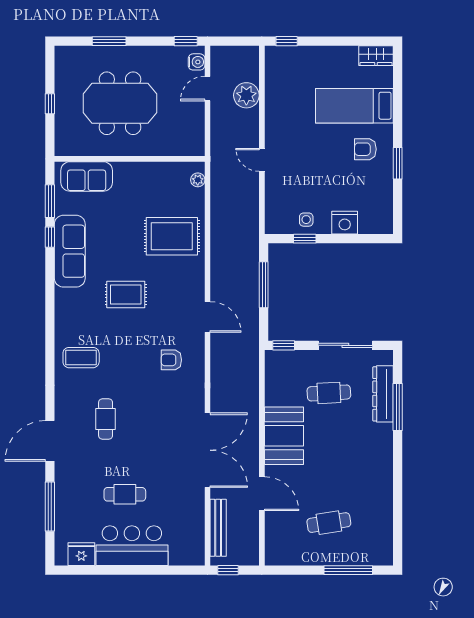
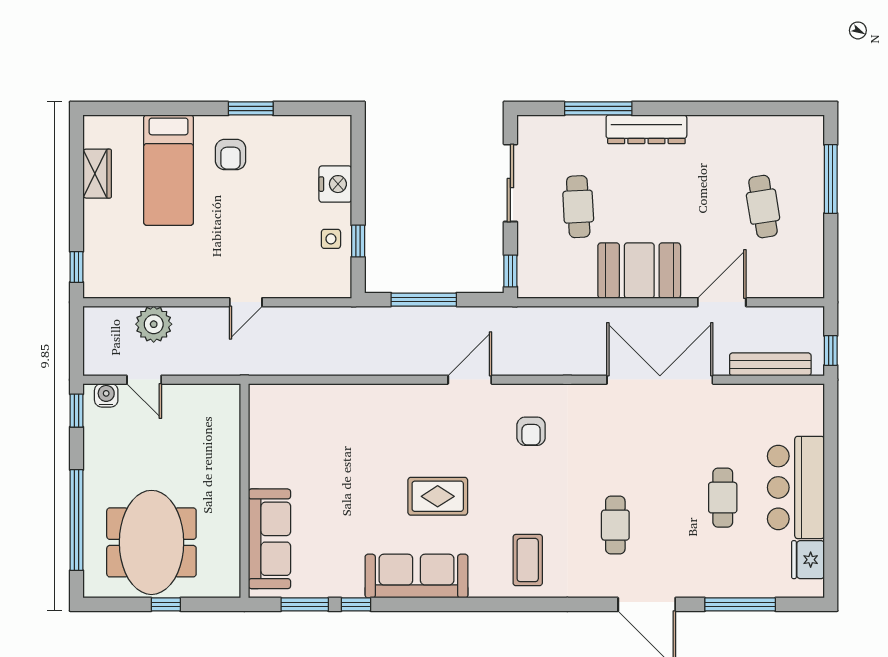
window: (109, 41) -> (77, 520), width x2.11
wardrobe: (376, 56) -> (97, 174), moved
meeting table: (120, 103) -> (151, 542), moved
sofa: (87, 176) -> (269, 539), width x1.36
plant: (198, 180) -> (274, 394), removed
rug: (172, 236) -> (355, 430), removed
sofa: (70, 251) -> (417, 576), moved
rug: (126, 294) -> (438, 496), turned 90
dresser: (383, 394) -> (646, 129), moved
cafe table: (106, 419) -> (615, 525), turned 90

